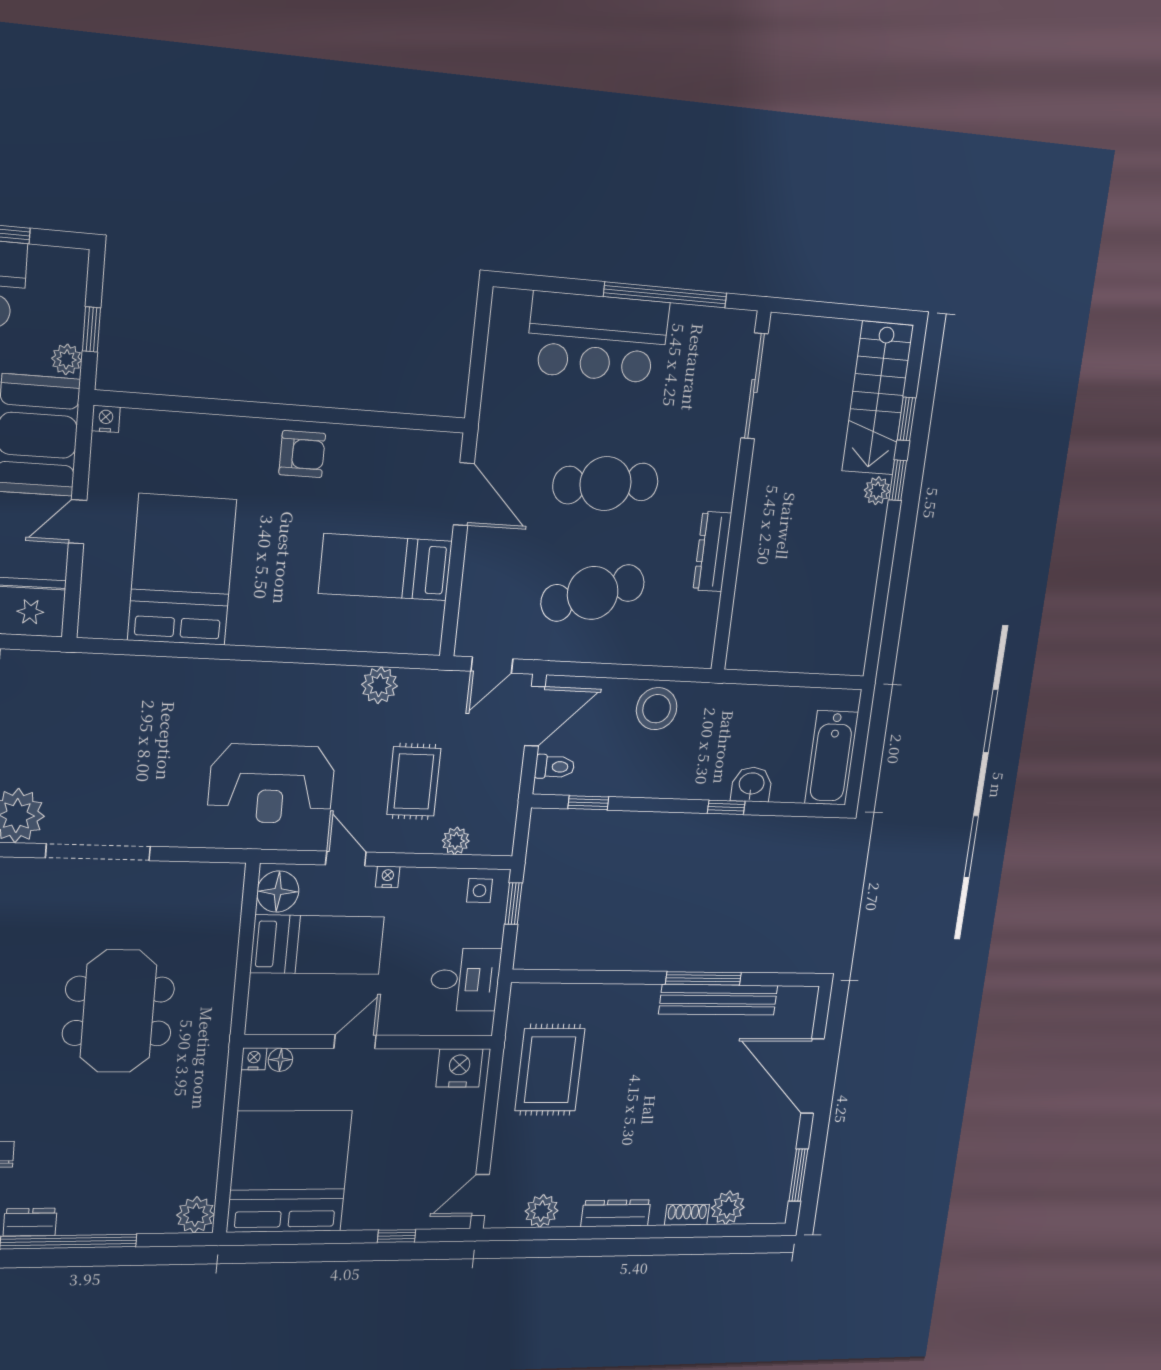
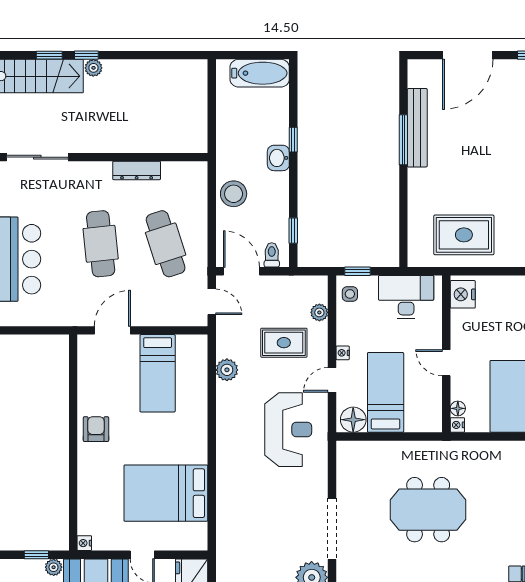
washbasin: (751, 784) -> (278, 158), moved
desk: (465, 980) -> (406, 297), width x1.37

